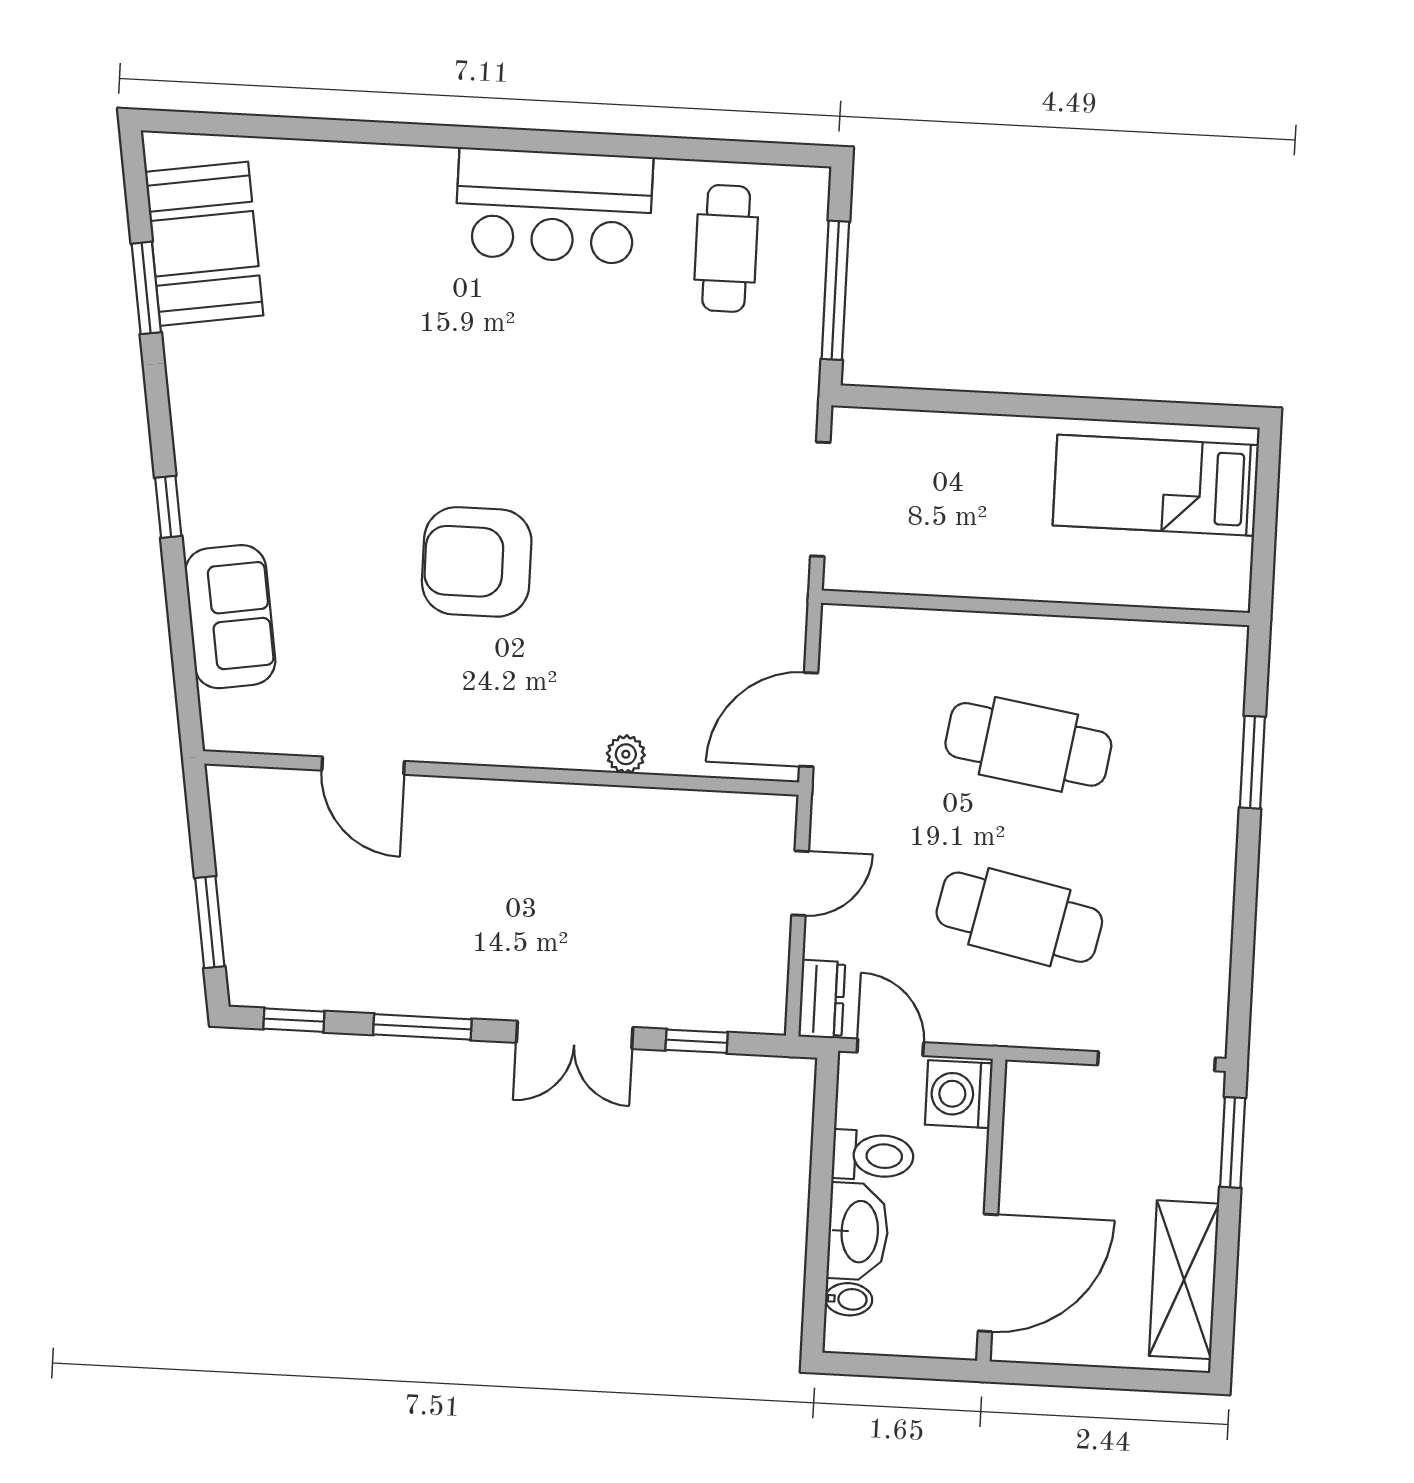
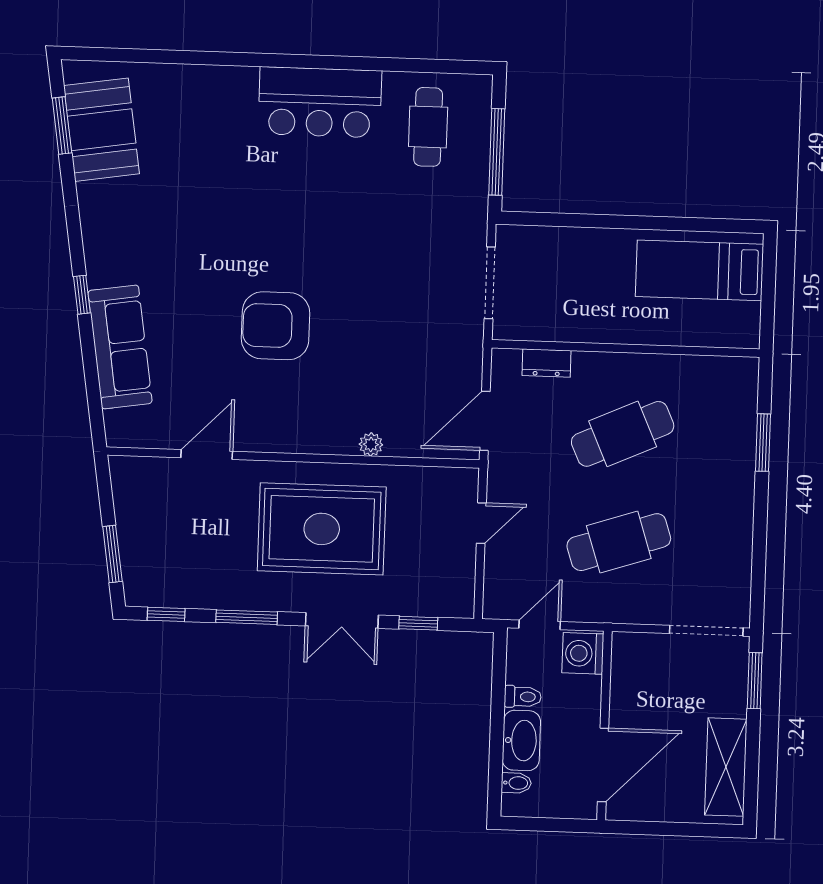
window: (146, 288) -> (62, 125), moved
sofa: (230, 617) -> (120, 347), width x1.36
cafe table: (1028, 744) -> (623, 434), turned -33
door: (363, 766) -> (207, 454), swing flipped
rug: (545, 888) -> (322, 529), added
cafe table: (1019, 917) -> (619, 542), turned -30
dresser: (822, 999) -> (546, 363), moved, turned 90
door: (890, 1047) -> (540, 625), hinge flipped
toilet: (873, 1156) -> (523, 697), width x0.73, depth x0.72

